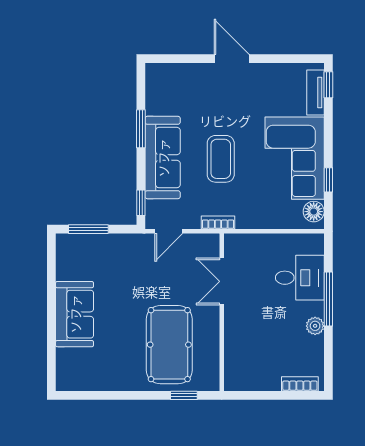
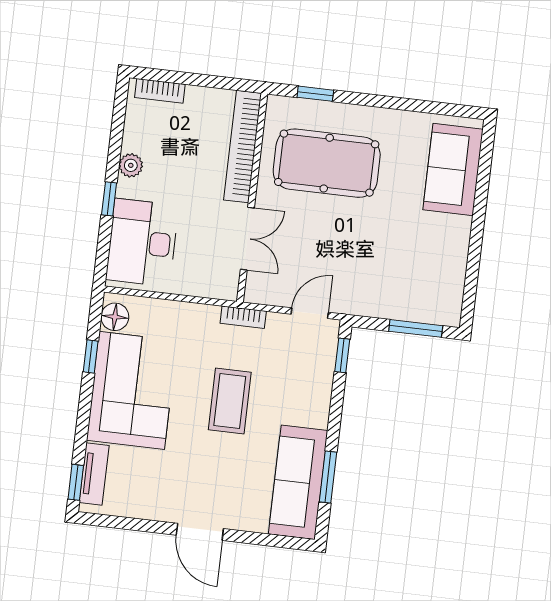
window: (141, 129) -> (328, 477), moved
sofa: (163, 158) -> (298, 482), moved
desk: (300, 278) -> (142, 243), width x1.37
window: (328, 299) -> (109, 199), width x0.46
sofa: (75, 314) -> (453, 170), moved
pool table: (169, 345) -> (327, 163), turned 90
bookcase: (233, 350) -> (243, 147), added

